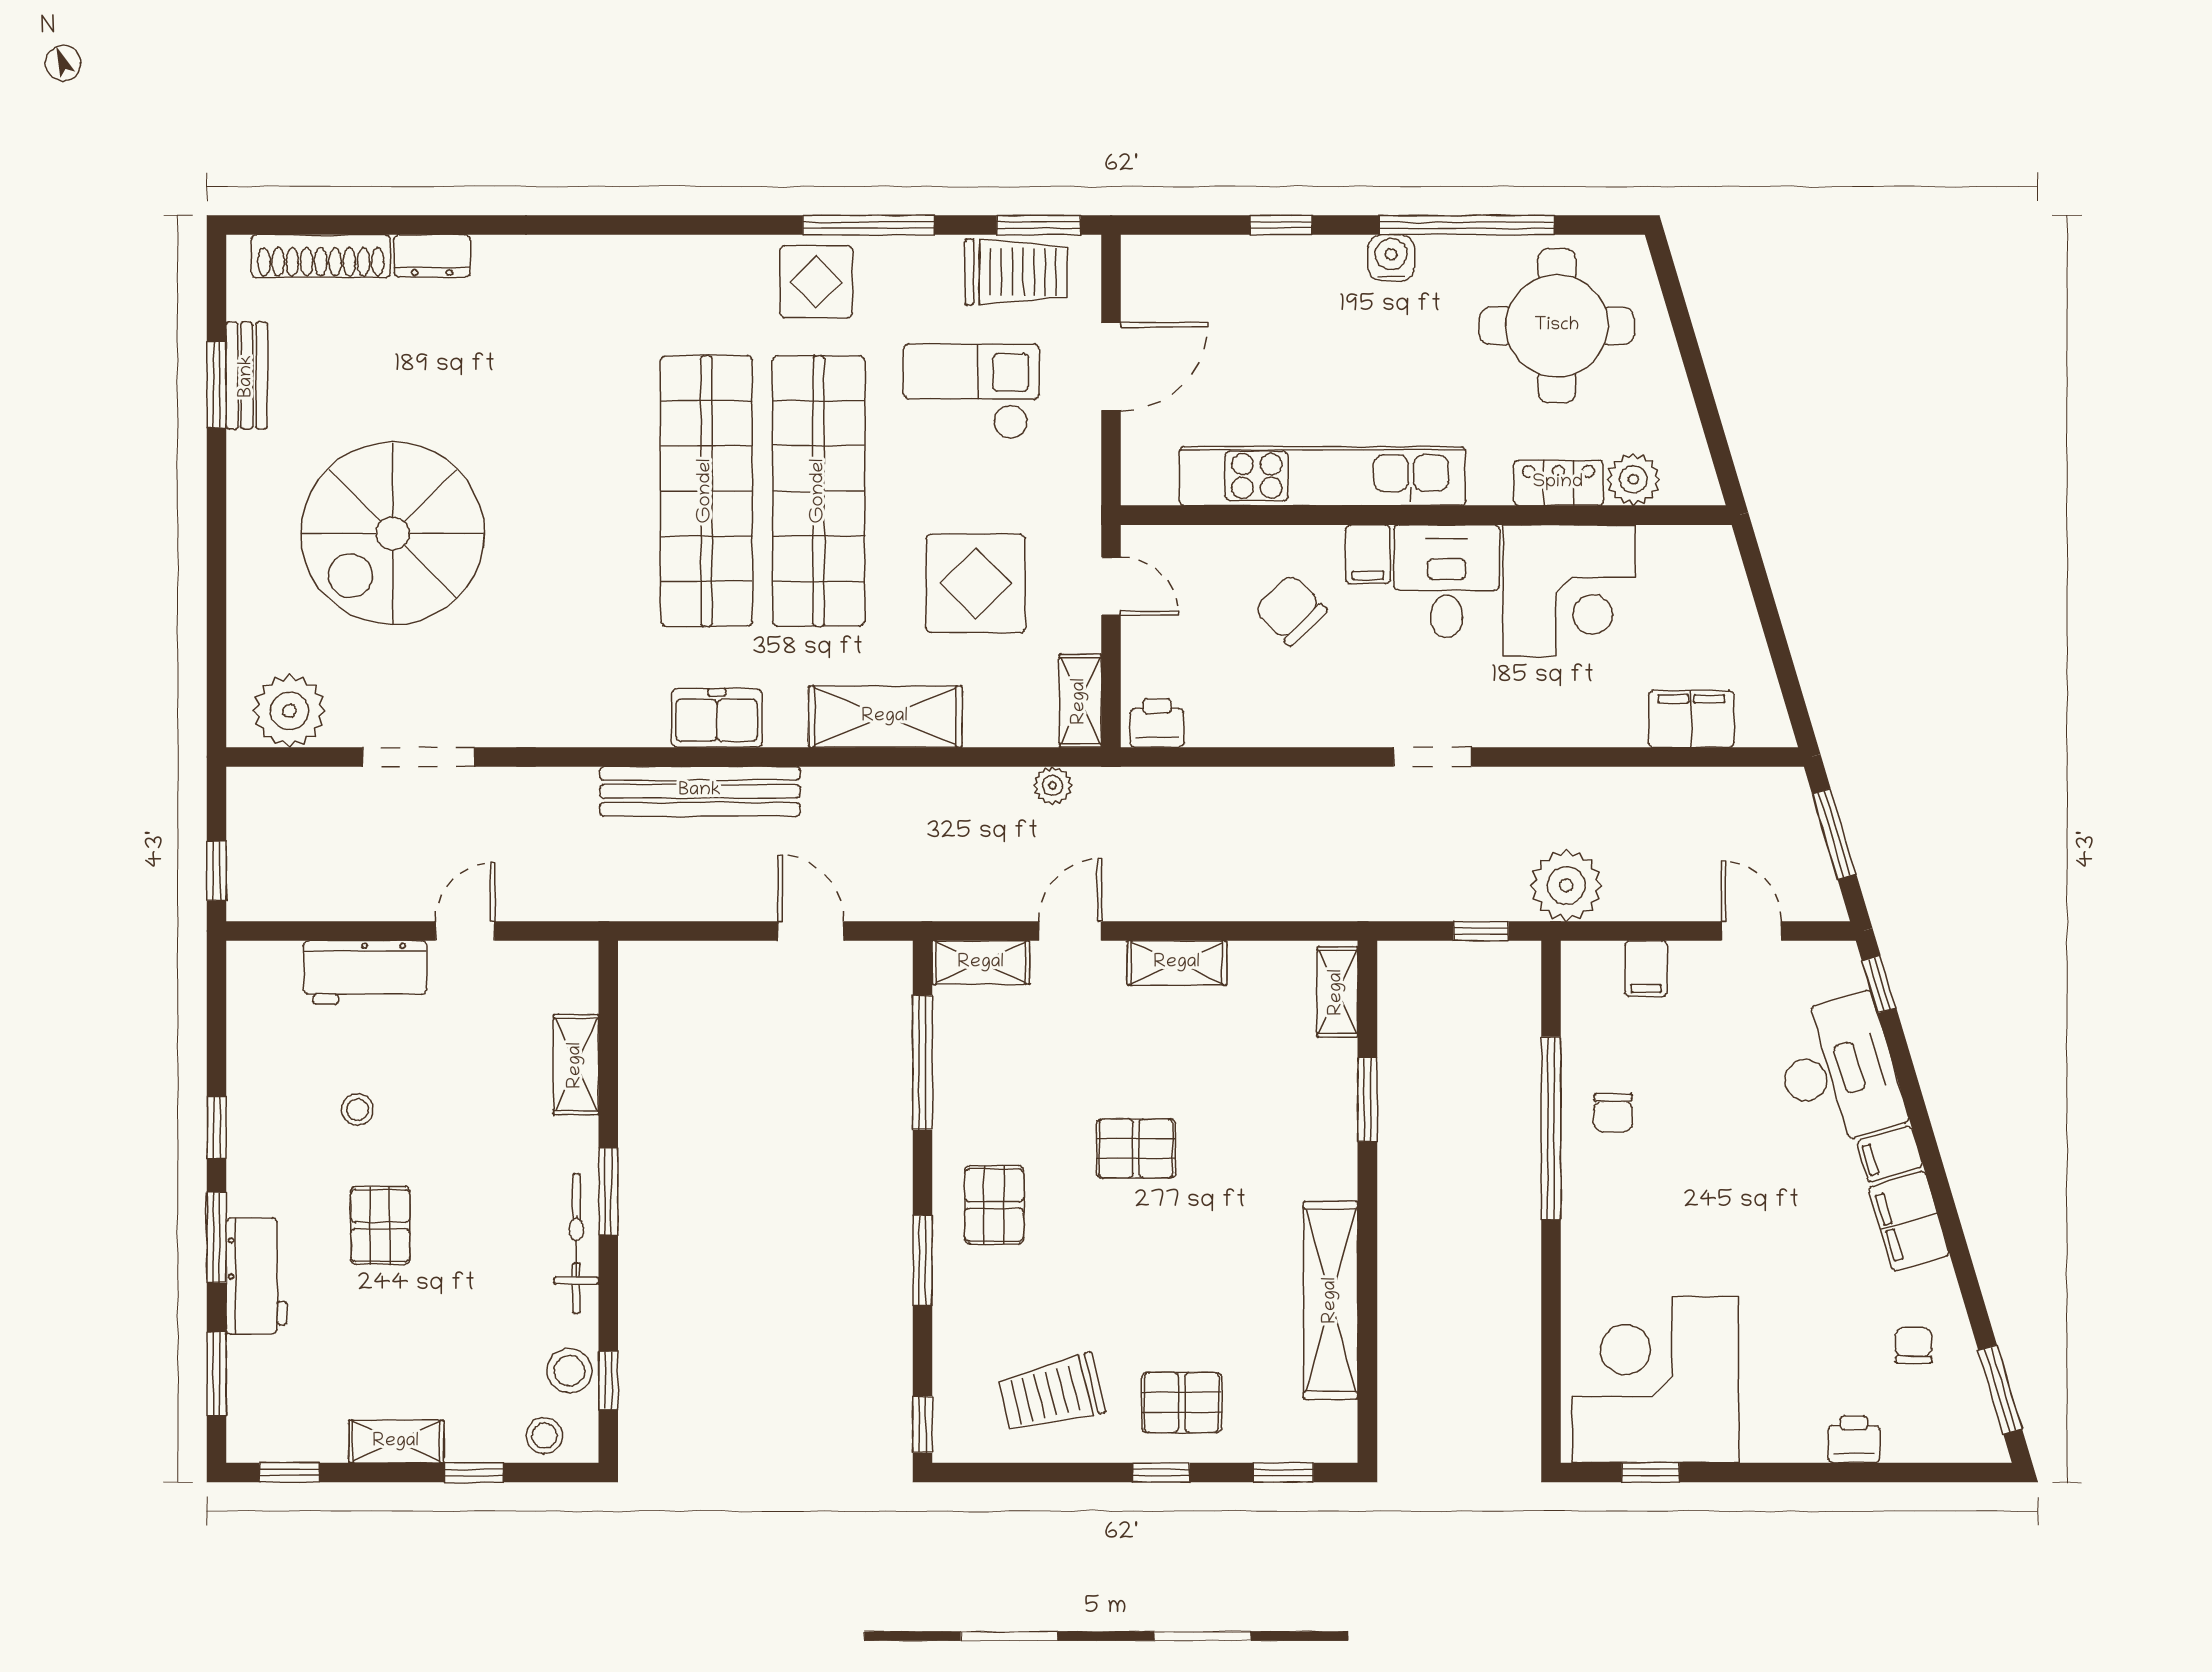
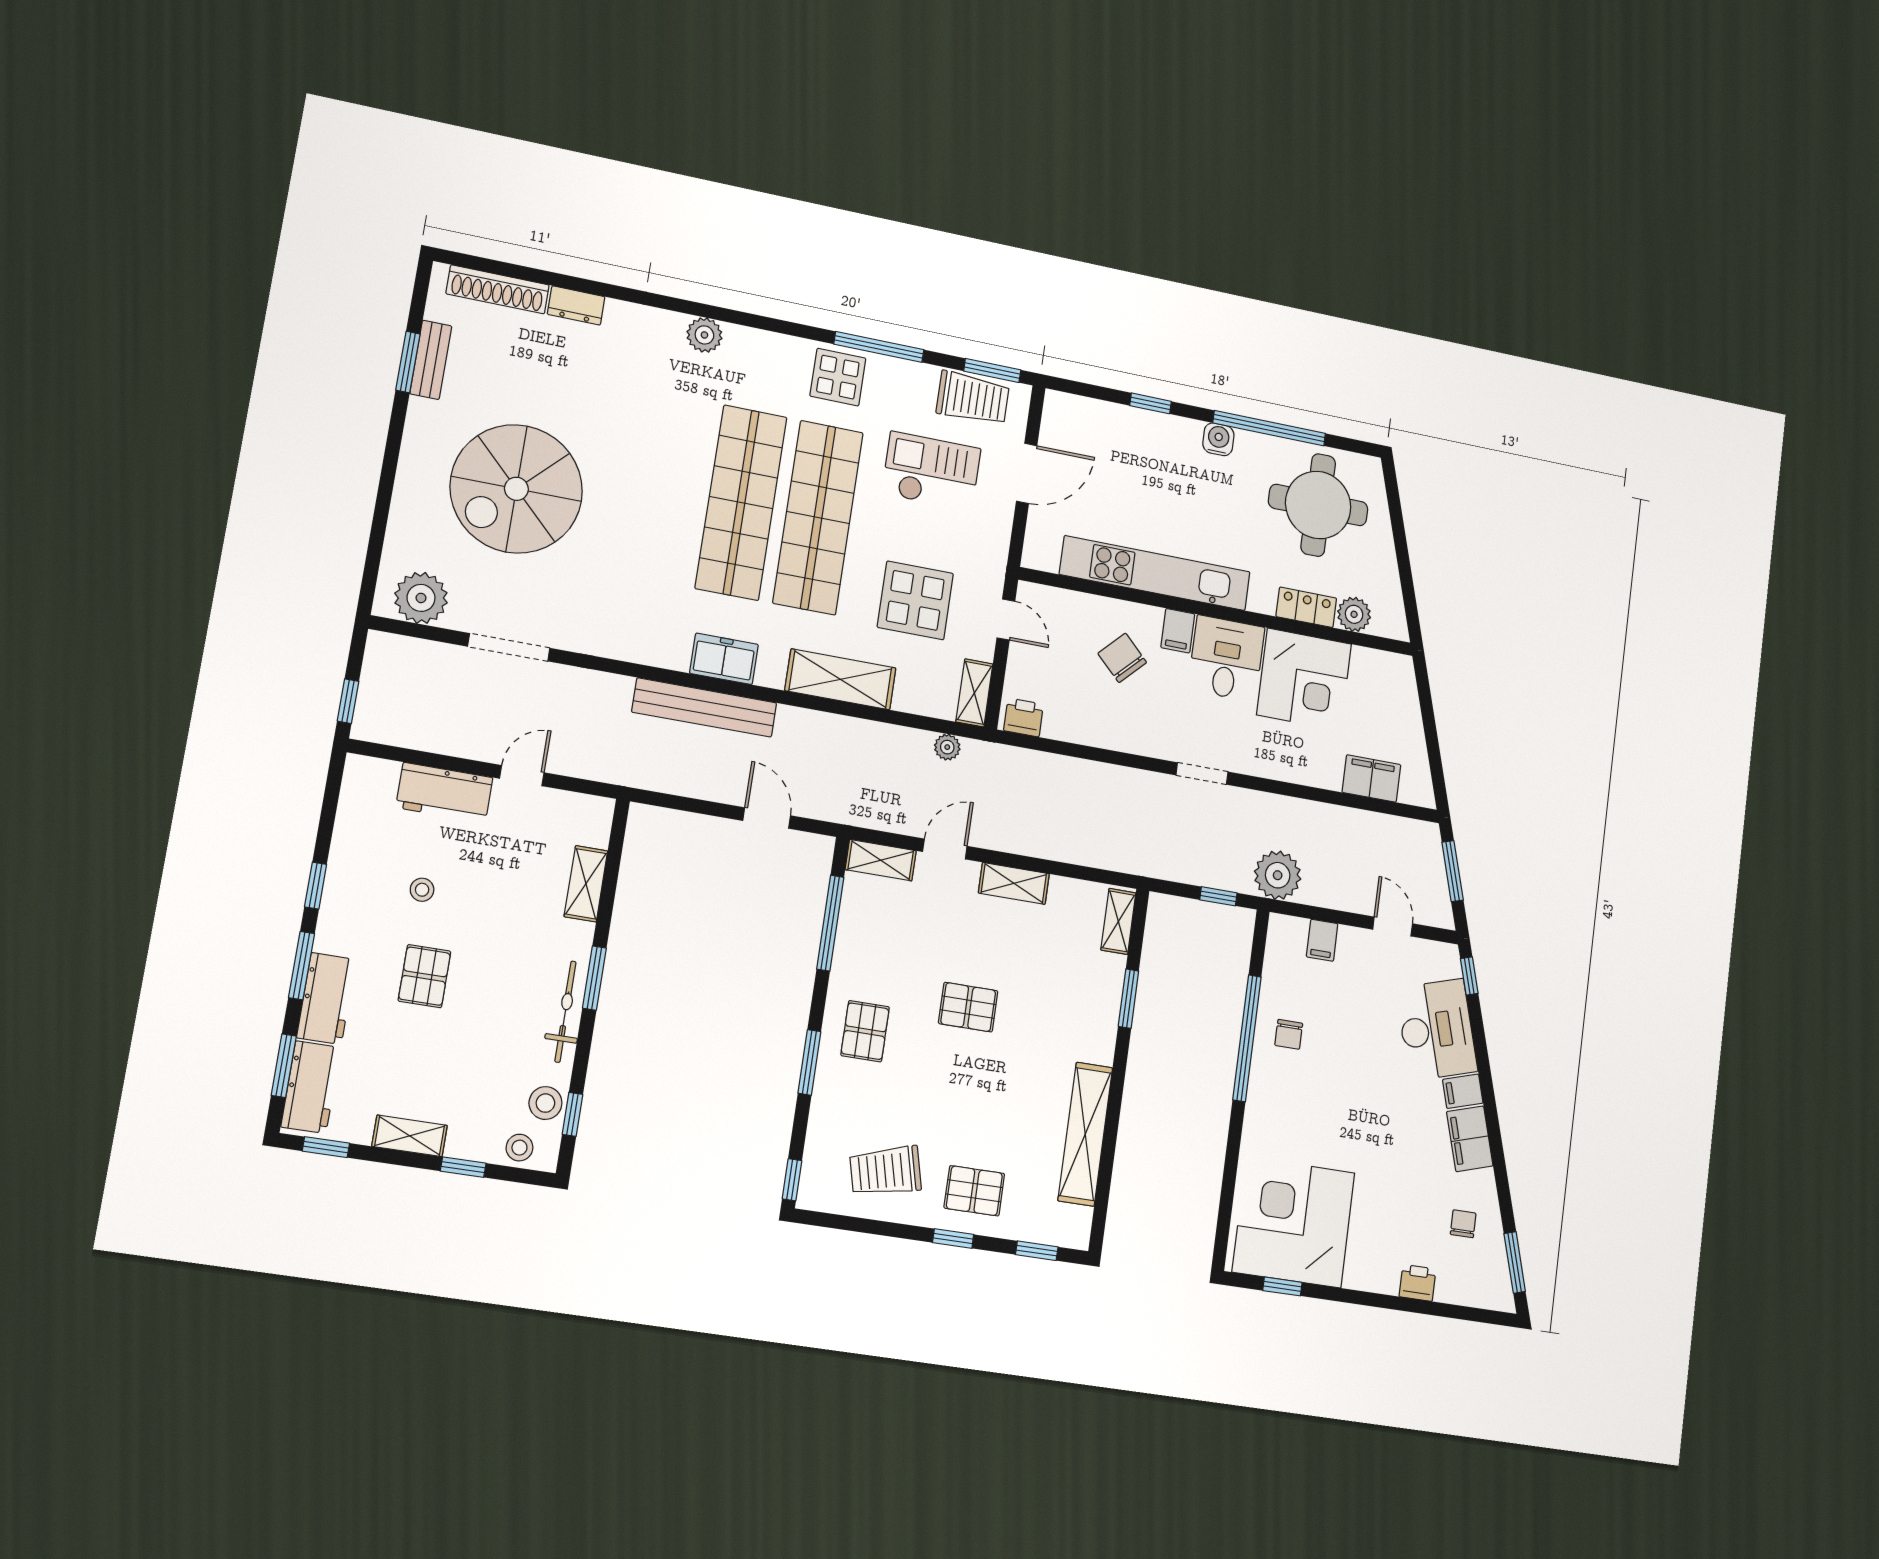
plant: (617, 260) -> (704, 335), added
workbench: (256, 1397) -> (311, 1087), added

